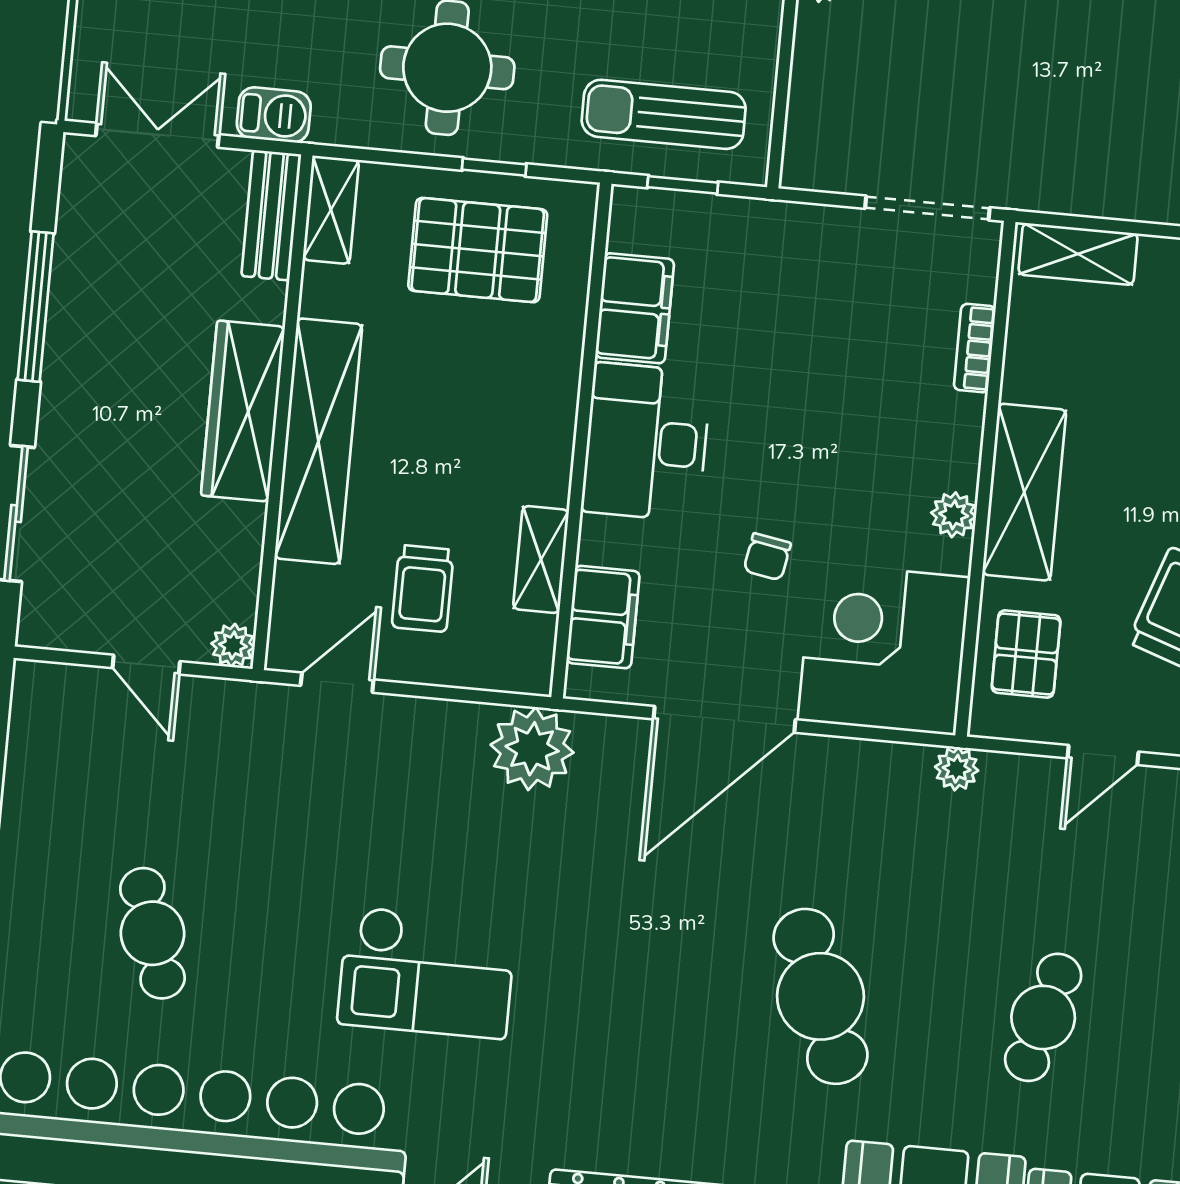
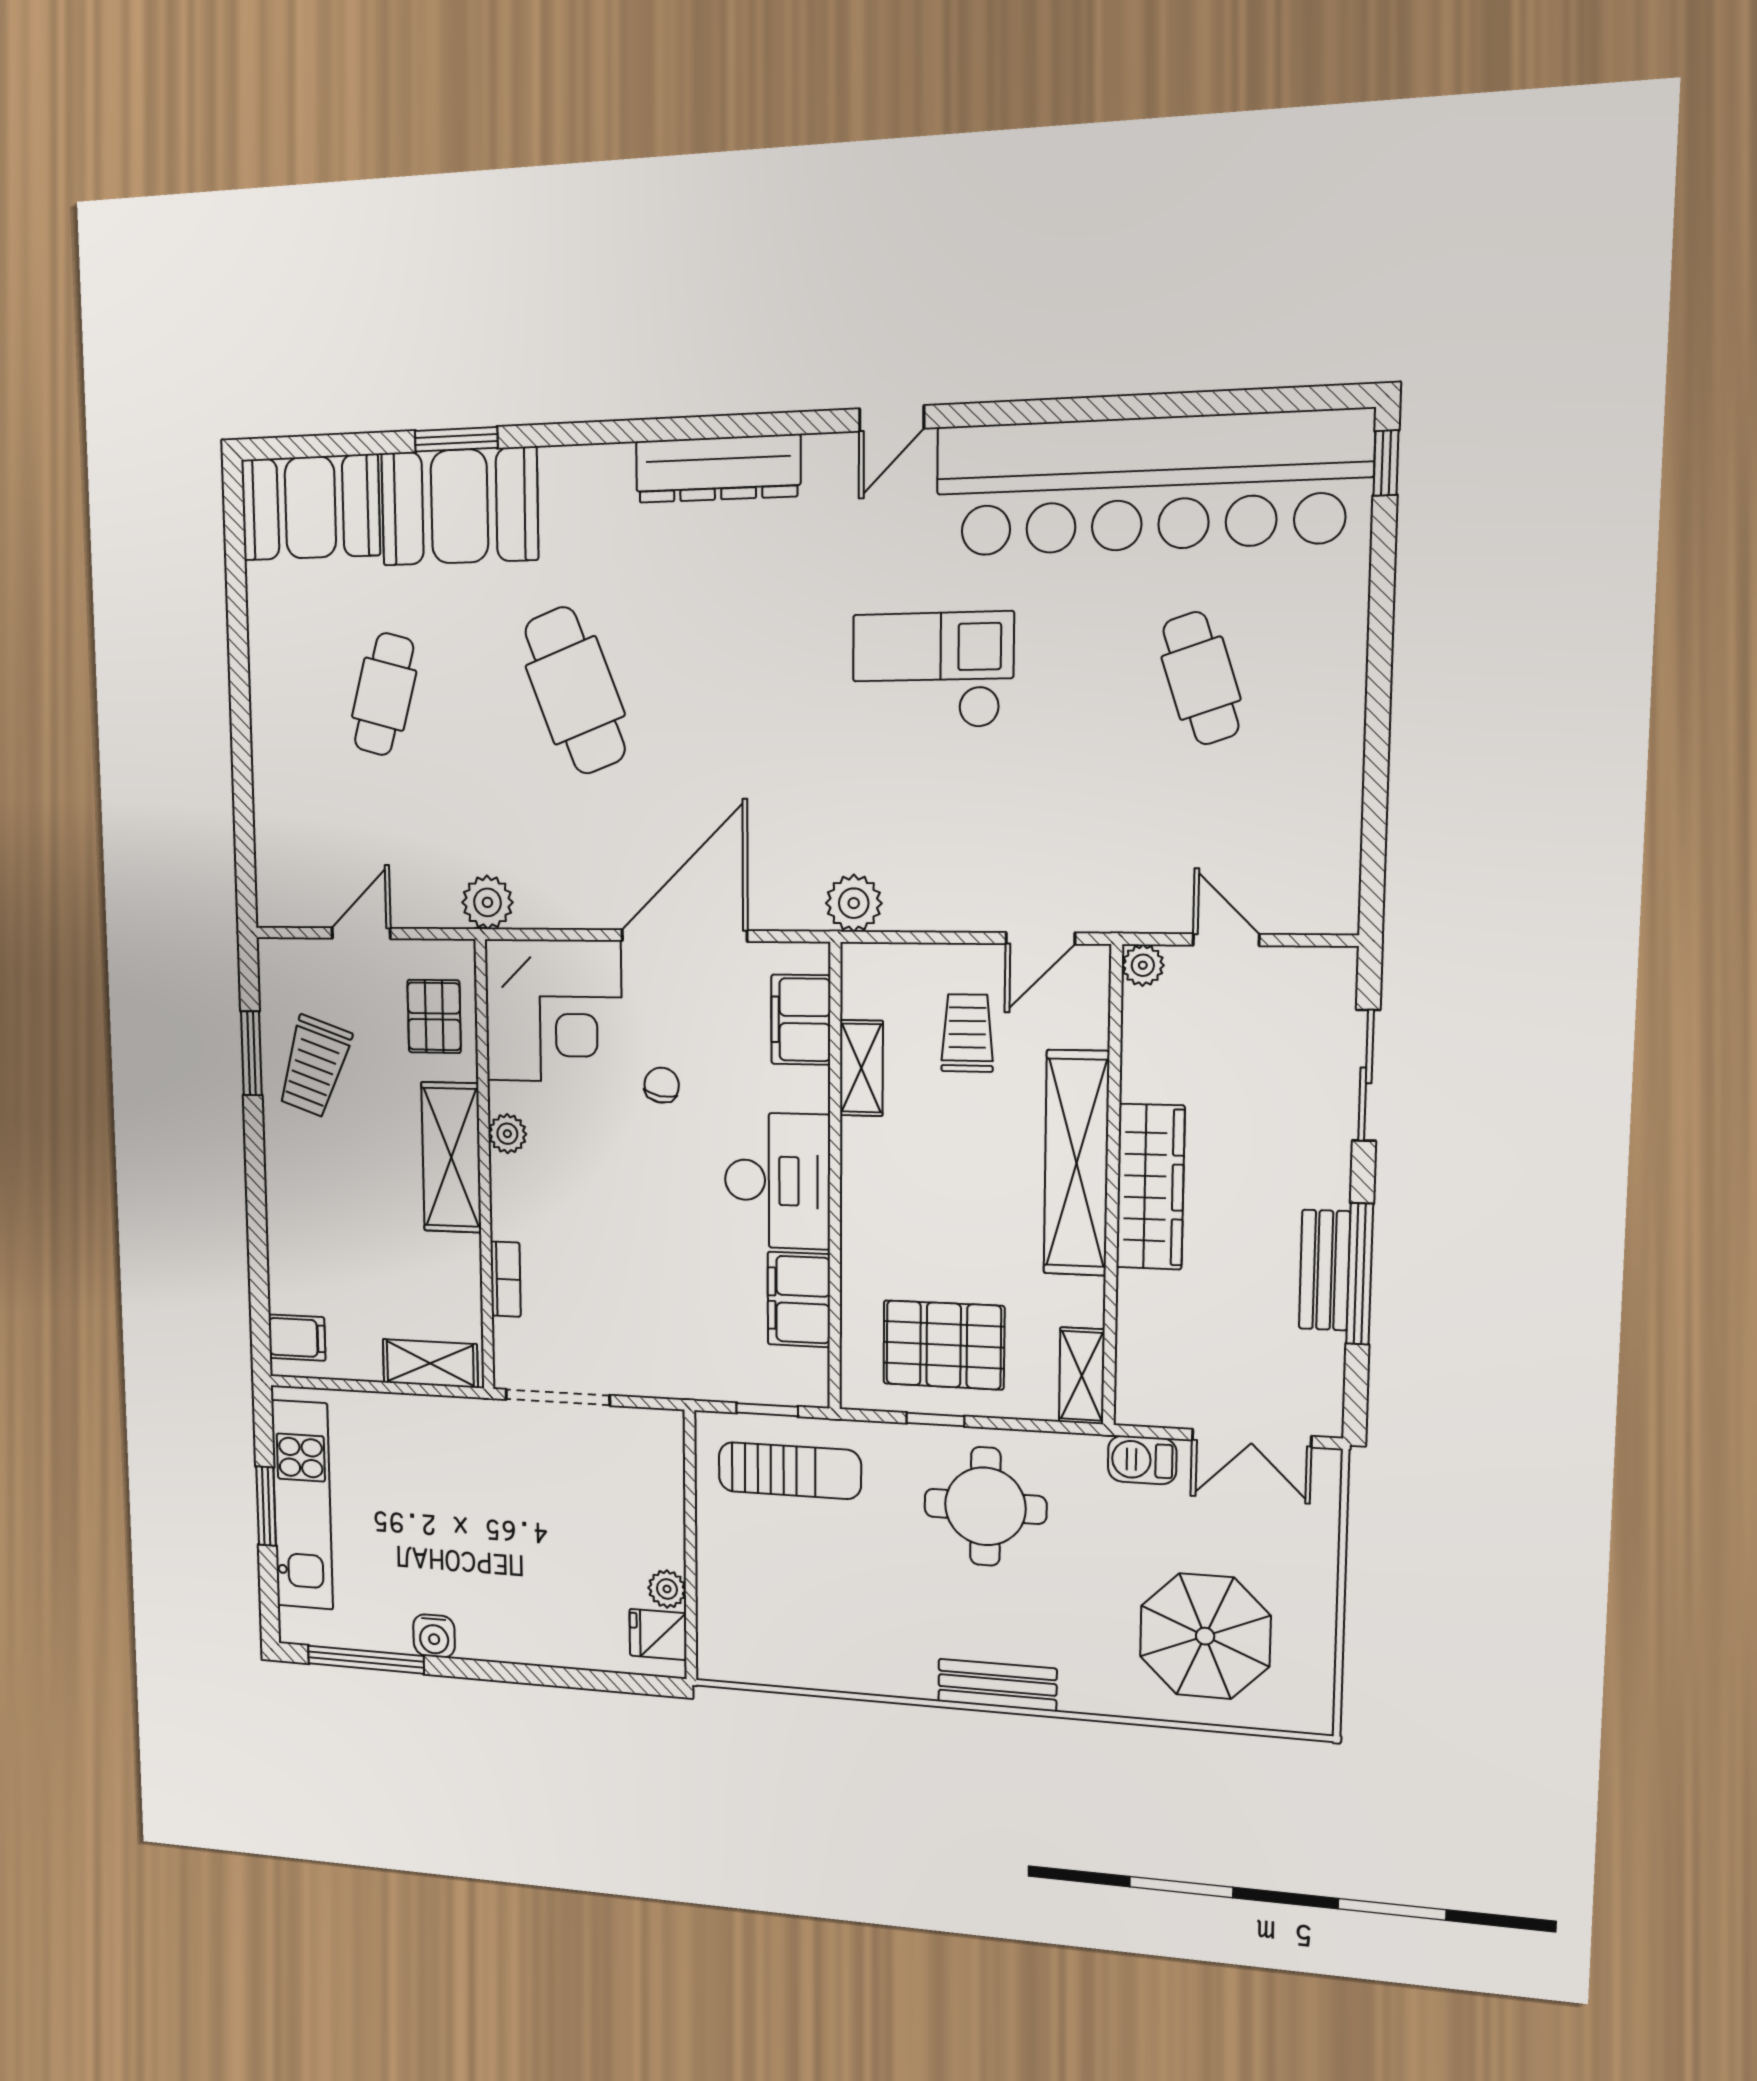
bench: (271, 215) -> (1325, 1270), moved
plant: (532, 749) -> (854, 903), width x0.73, depth x0.73
plant: (957, 769) -> (487, 902), width x1.38, depth x1.38

